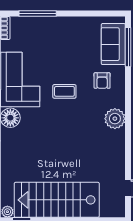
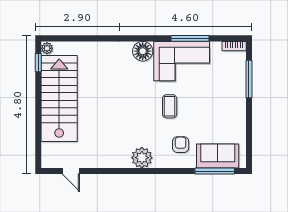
armchair: (102, 81) -> (181, 145), turned 90

